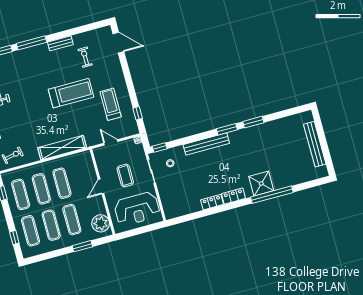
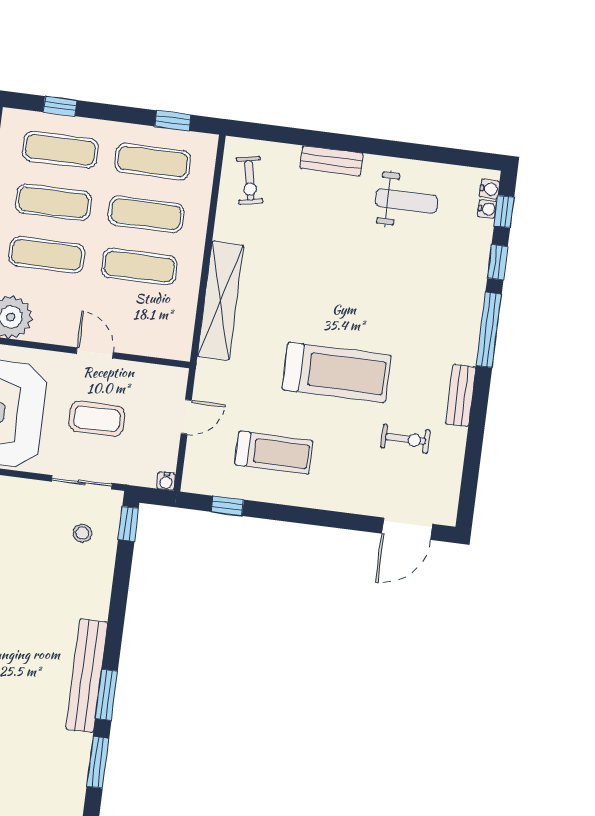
treadmill: (71, 93) -> (337, 372), turned -90
bench: (206, 144) -> (87, 676), moved

